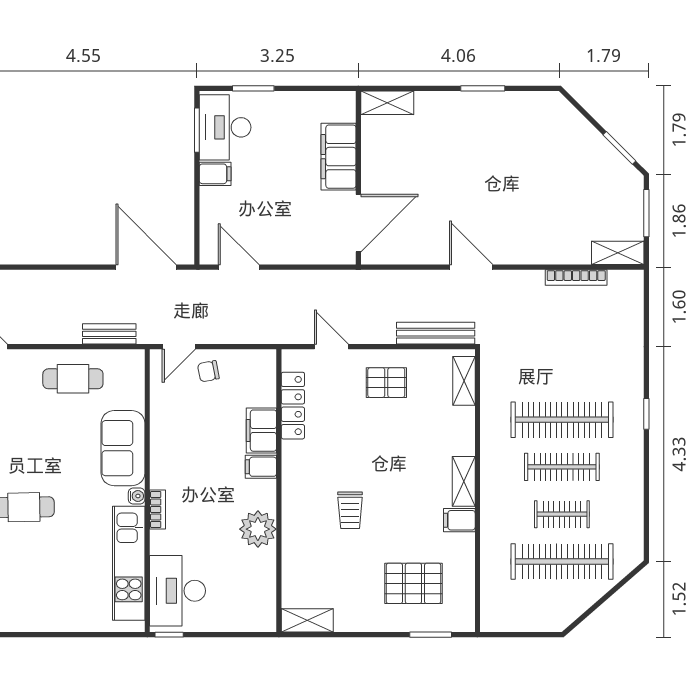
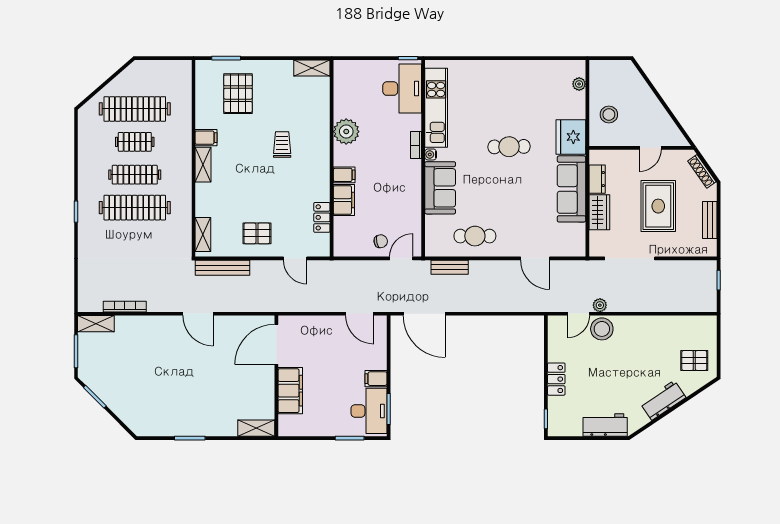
locker: (293, 406) -> (322, 217), width x0.66
pallet: (413, 583) -> (238, 94), turned 90

